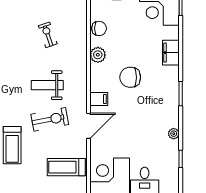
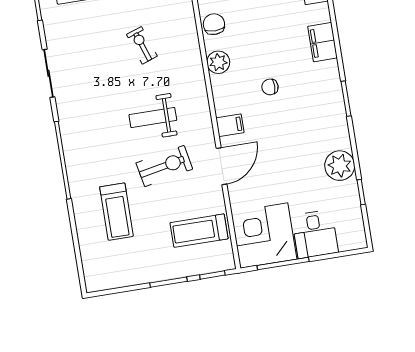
chair: (99, 28) -> (214, 24), turned -90
chair: (130, 77) -> (270, 87), width x0.54, depth x0.54
plant: (174, 134) -> (340, 166), width x1.87, depth x1.87

